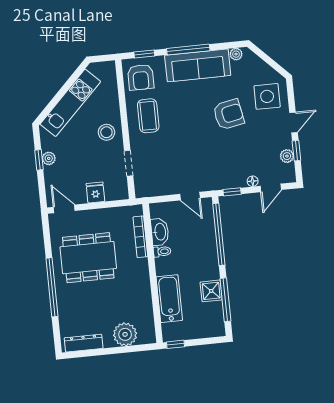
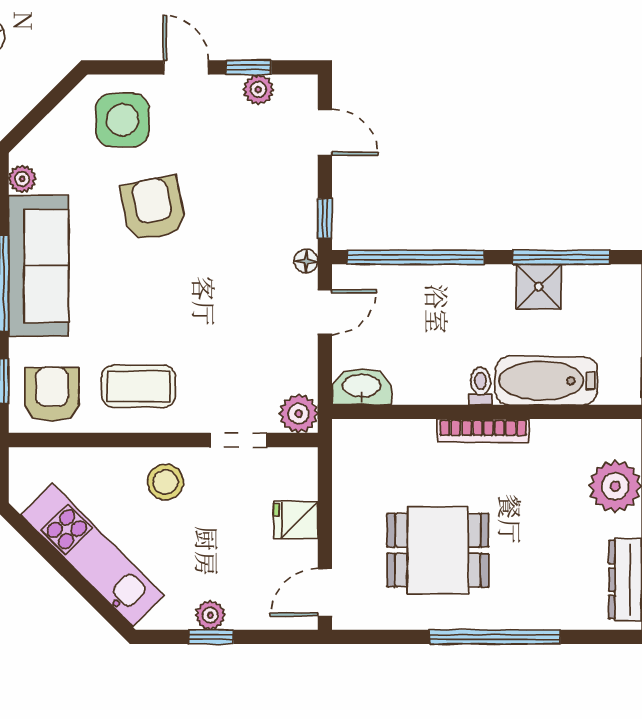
armchair: (141, 77) -> (52, 394), turned -90
floor lamp: (253, 181) -> (306, 261), moved
plant: (143, 189) -> (299, 414), added
washbasin: (160, 232) -> (362, 387), moved
bookcase: (140, 237) -> (483, 431), moved
toilet: (162, 251) -> (481, 386), moved
dining table: (88, 258) -> (438, 550), width x0.73

